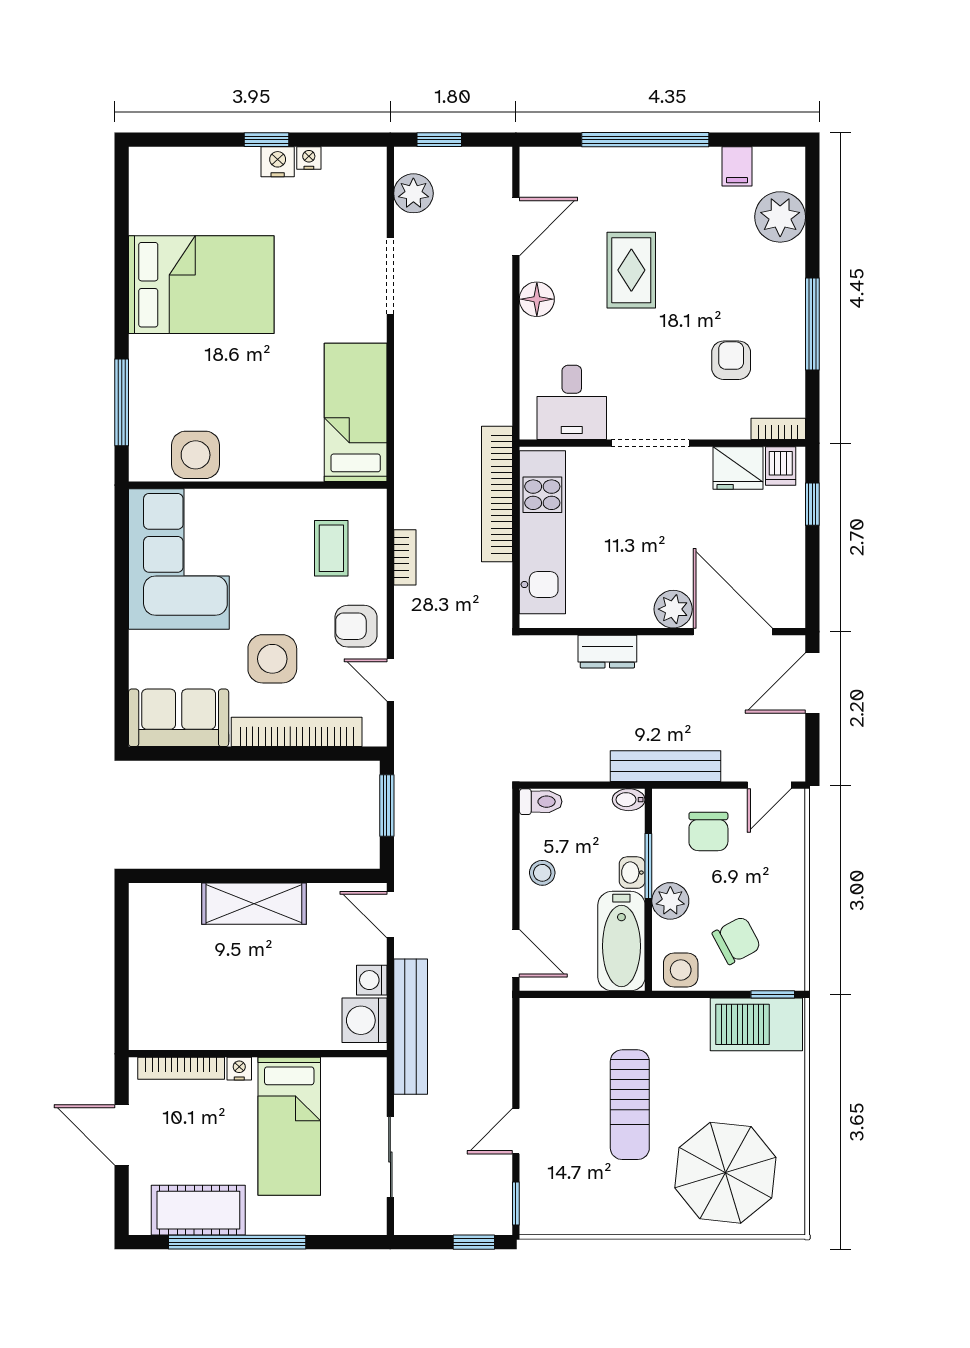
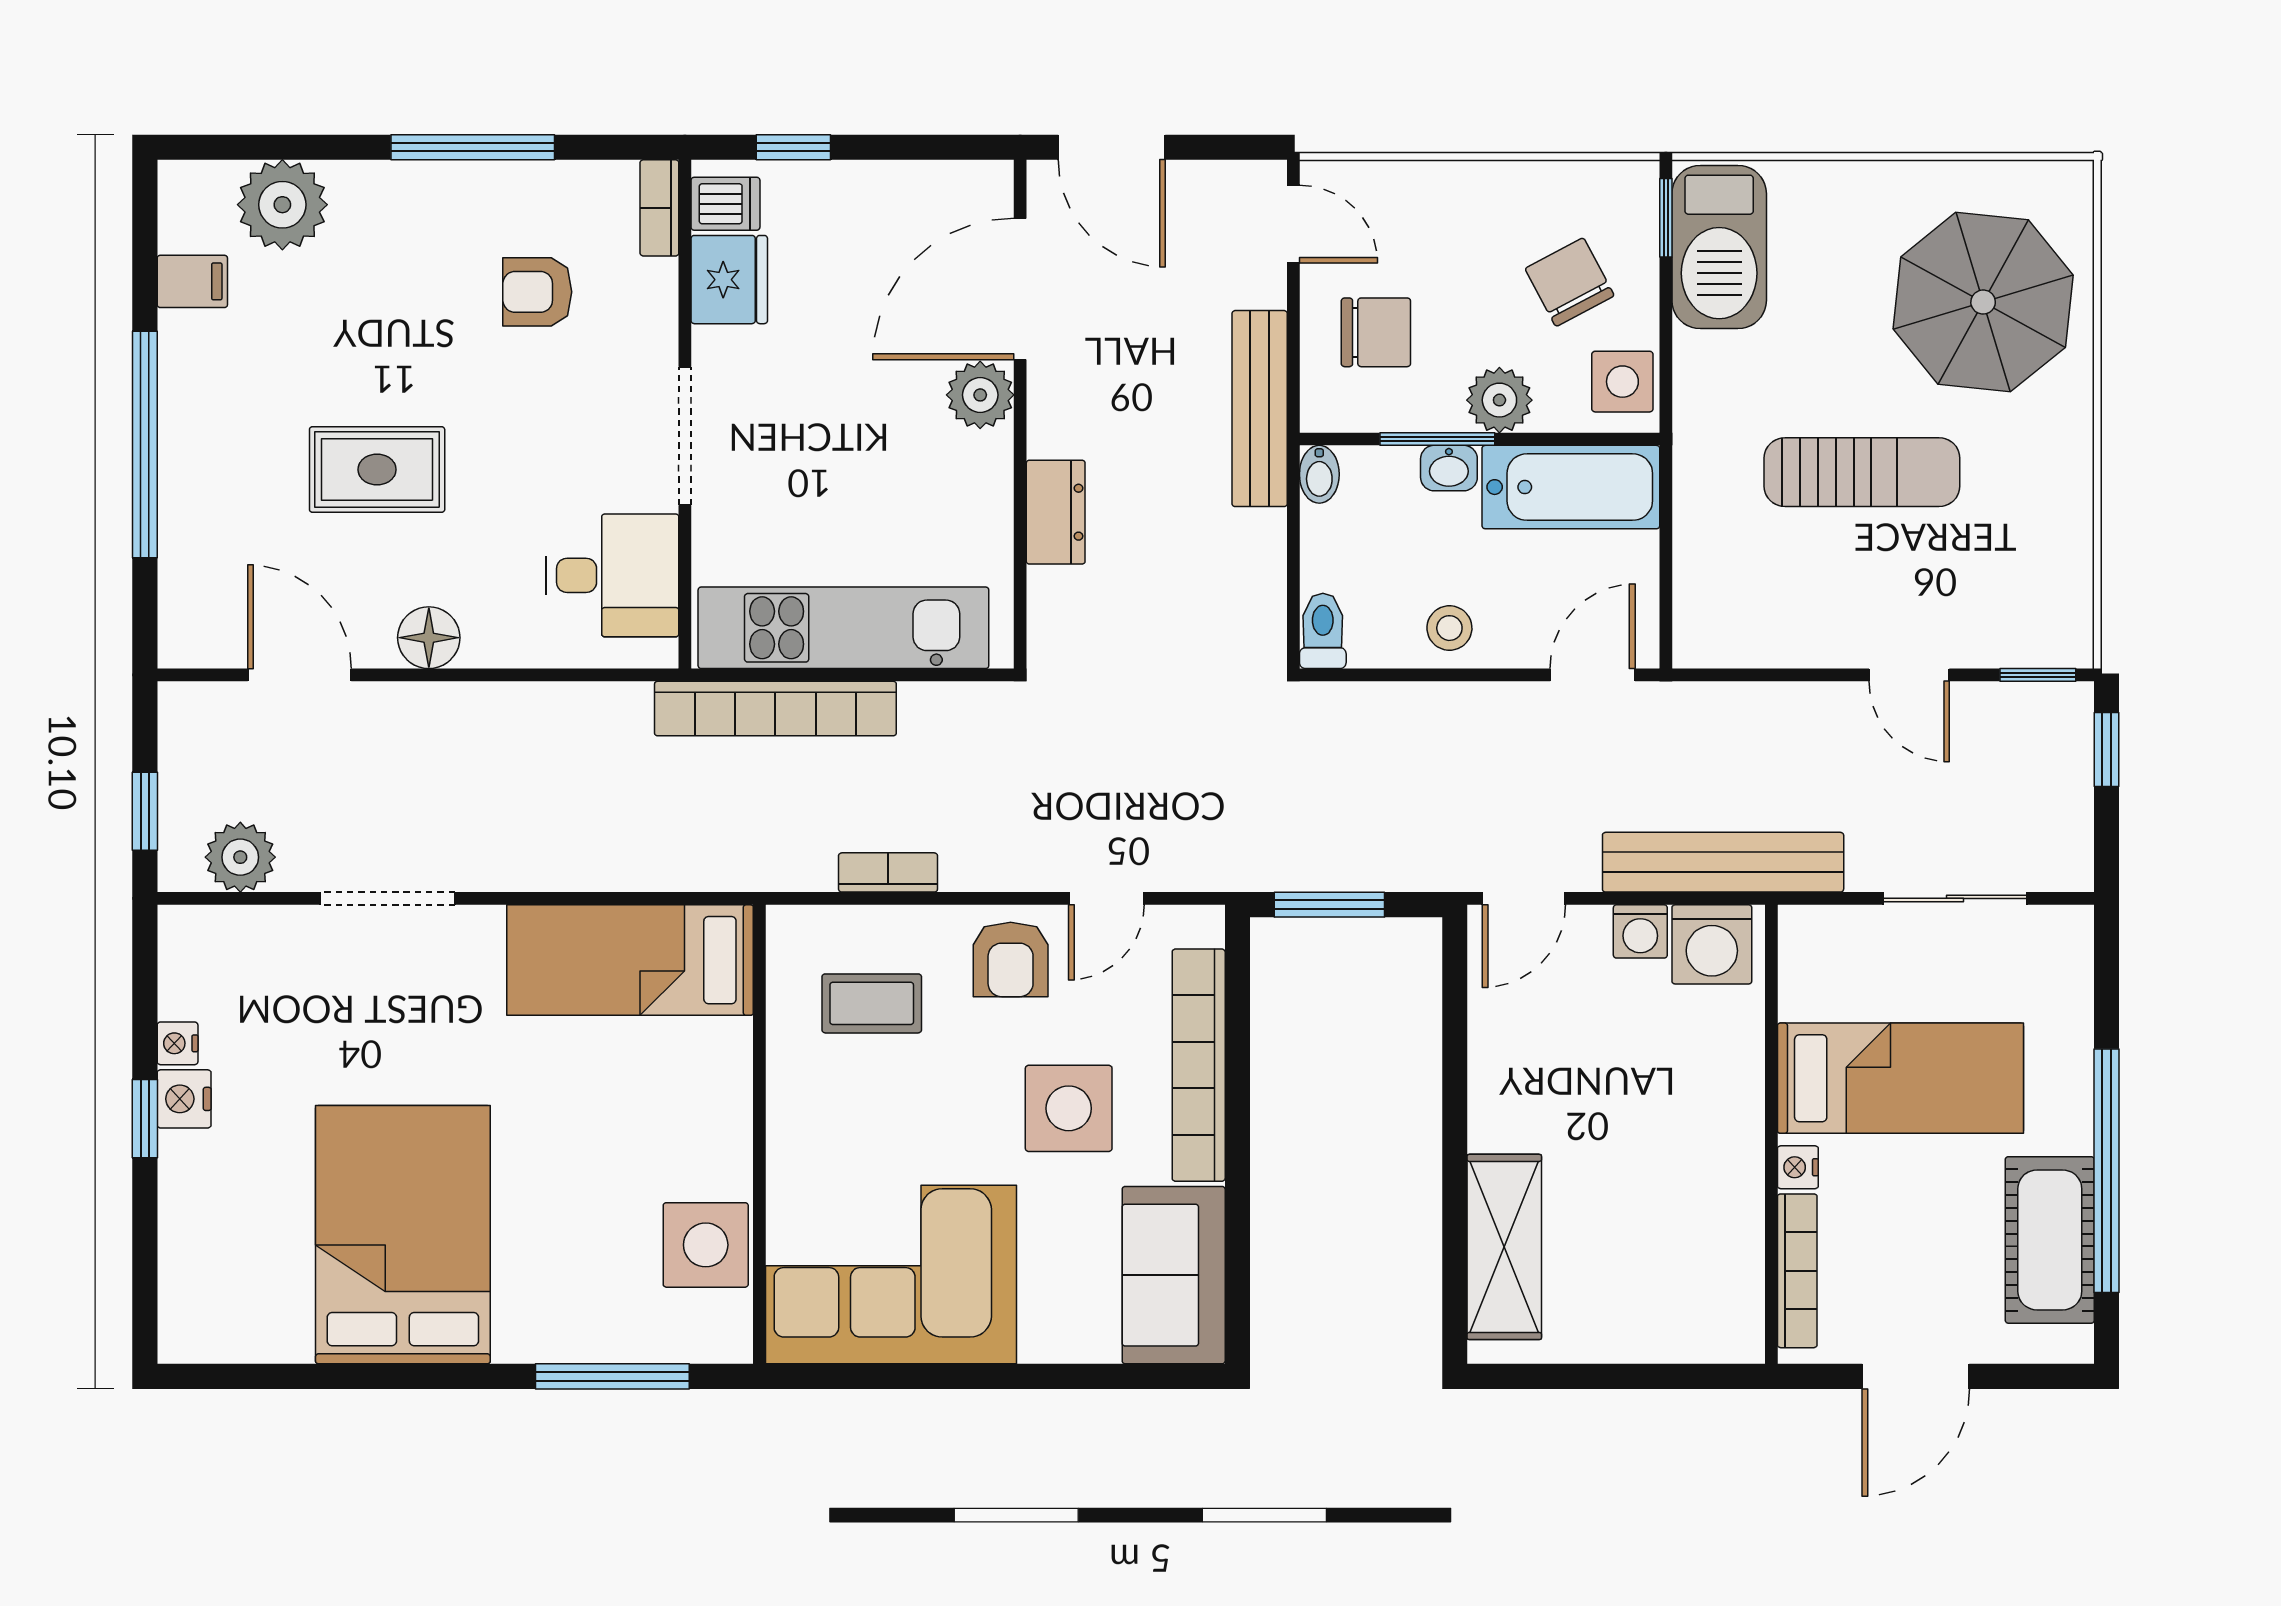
shelving: (254, 904) -> (1504, 1247), moved

